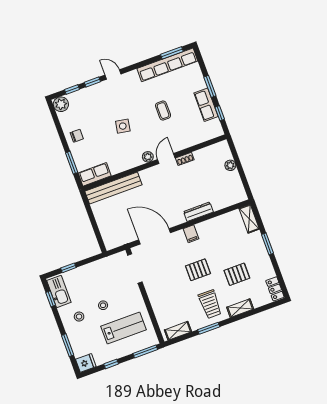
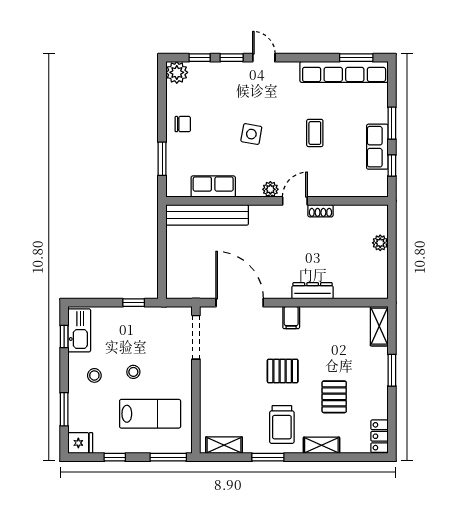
row of seats: (95, 174) -> (213, 187), moved
window: (68, 268) -> (134, 303), moved
pallet: (237, 274) -> (334, 397), turned 90

